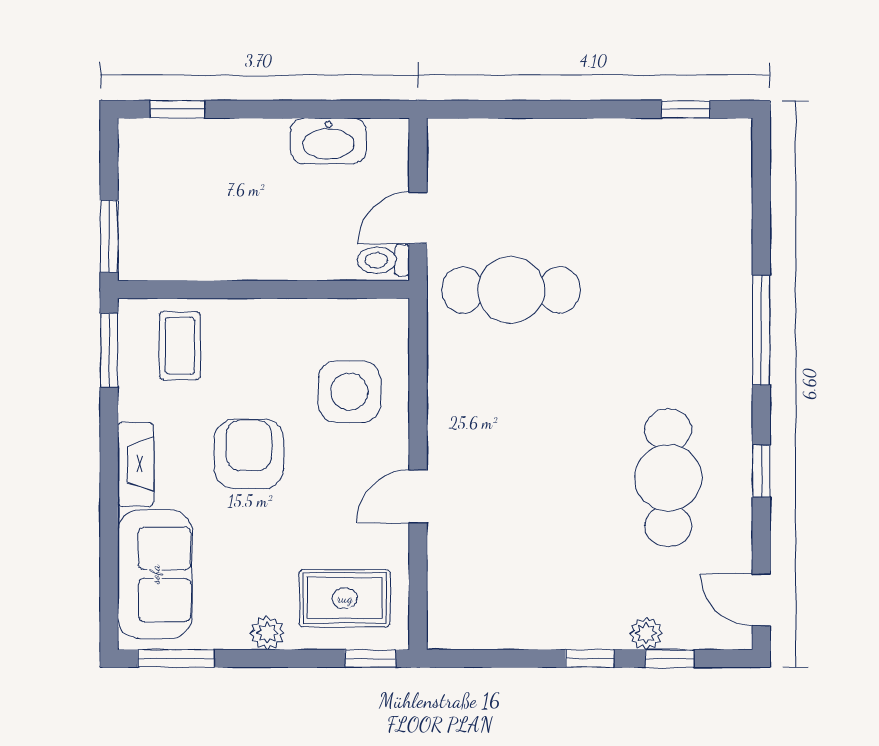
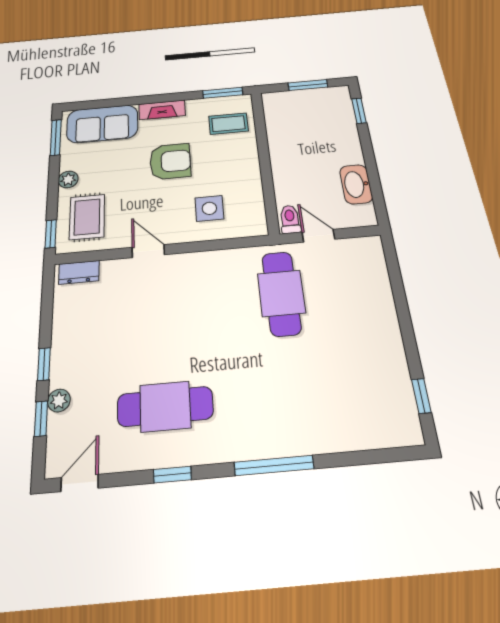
window: (109, 236) -> (308, 85), moved
side table: (349, 392) -> (209, 208), width x0.73, depth x0.73
dresser: (445, 609) -> (79, 272), added

